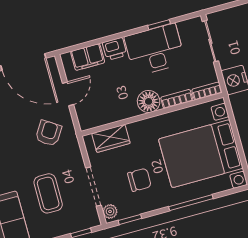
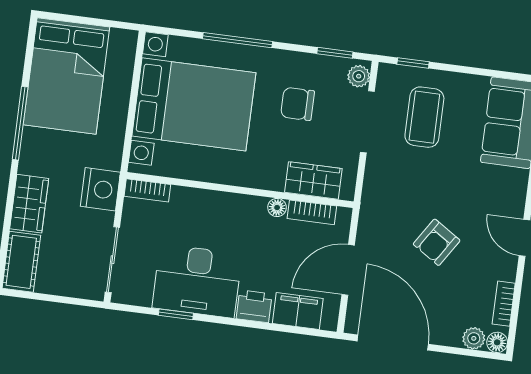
door: (68, 94) -> (348, 270), width x1.38
bookcase: (177, 99) -> (312, 212), moved
floor lamp: (149, 101) -> (277, 208), moved, width x0.53, depth x0.53
armchair: (49, 133) -> (437, 242), moved
coffee table: (48, 193) -> (424, 117), moved

